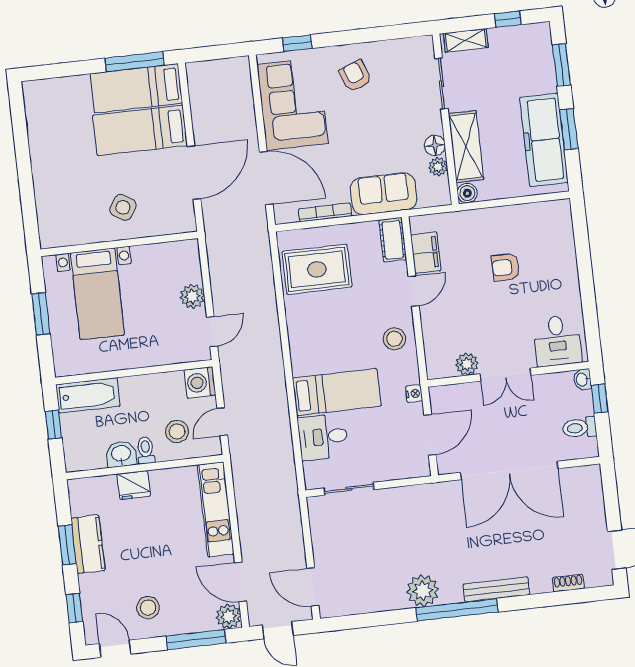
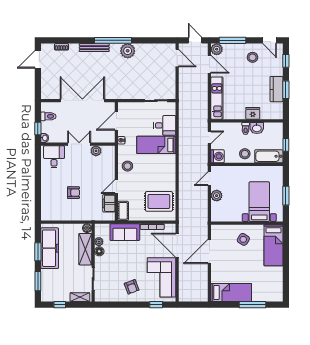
window: (135, 62) -> (252, 305), moved
bed: (140, 130) -> (274, 245), moved, turned 90
stool: (177, 431) -> (245, 154), moved

